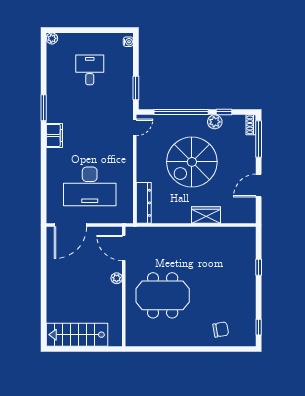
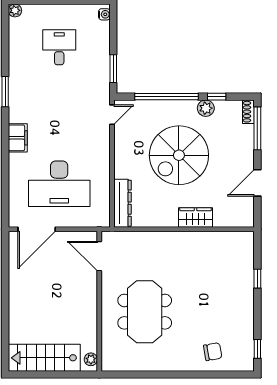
filing cabinet: (54, 135) -> (18, 138), moved
plant: (117, 278) -> (91, 359), moved
meeting table: (163, 295) -> (145, 312), turned 90

